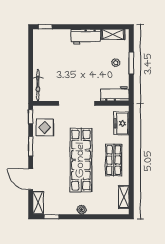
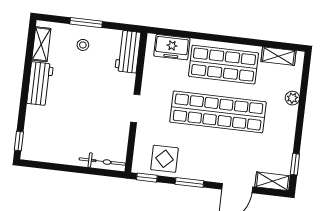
doorway: (77, 103) -> (135, 108), width x0.53
shop shelf: (114, 160) -> (224, 65), width x1.43, depth x1.36
plant: (82, 210) -> (292, 98), moved

